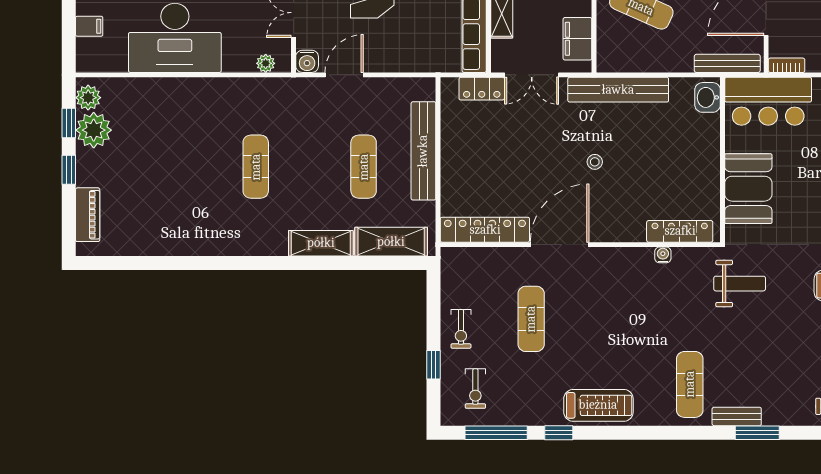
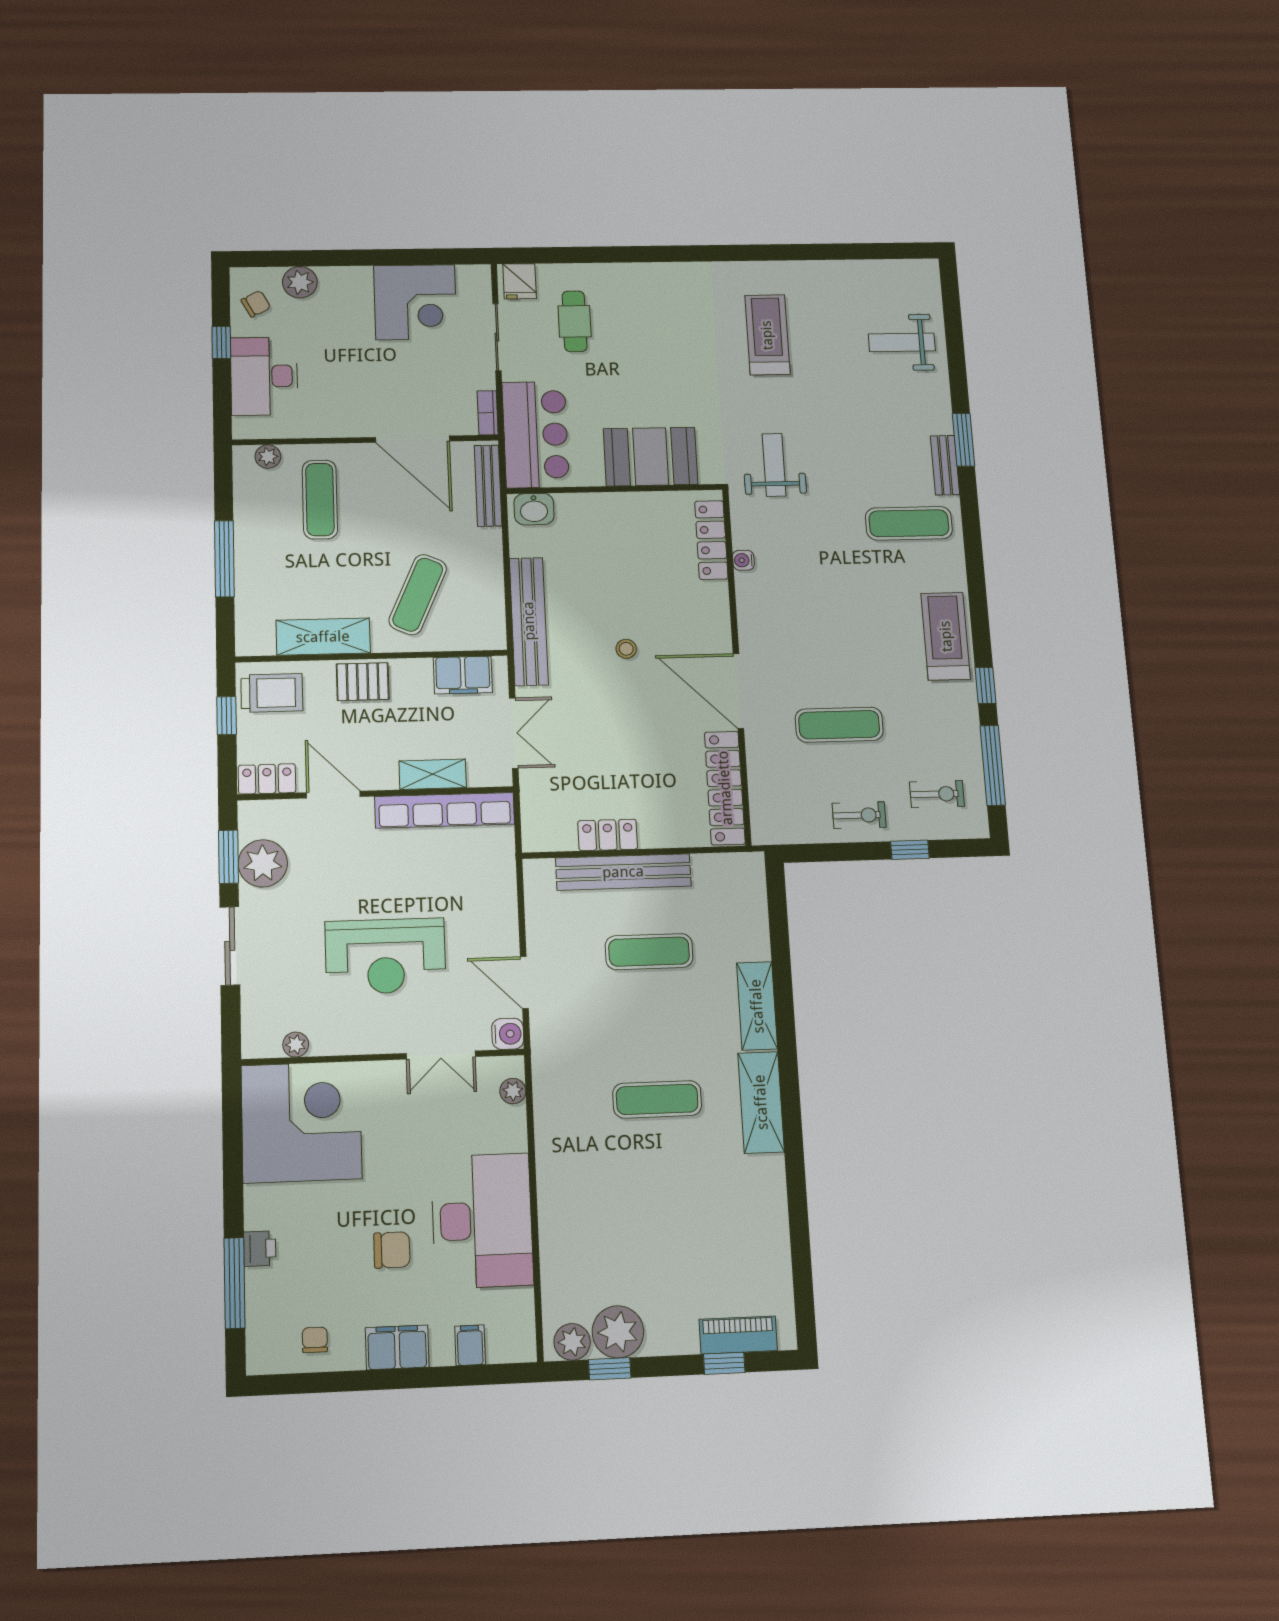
locker: (482, 89) -> (608, 835), moved, turned -90
window: (69, 170) -> (724, 1363), moved
shelving: (391, 242) -> (761, 1102), moved

